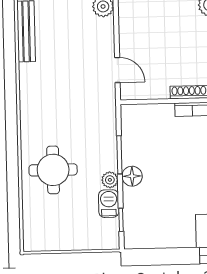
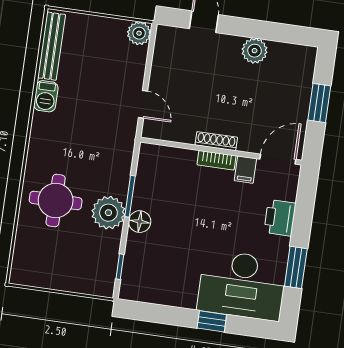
plant: (110, 180) -> (108, 213), width x1.88, depth x1.88
barbecue: (109, 204) -> (46, 96), moved, turned 180

